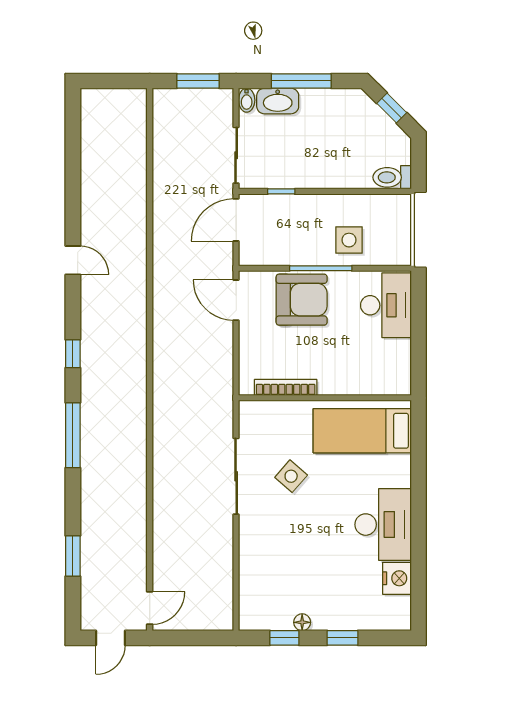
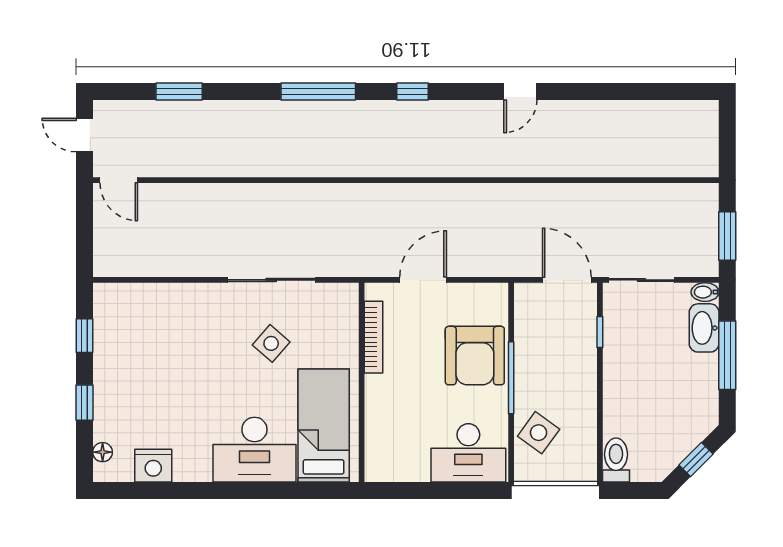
side table: (349, 240) -> (539, 433), moved, turned 36
door: (236, 300) -> (423, 280), moved
desk: (383, 525) -> (254, 450), moved
floor lamp: (302, 622) -> (103, 452), moved

